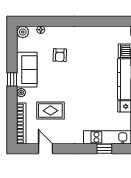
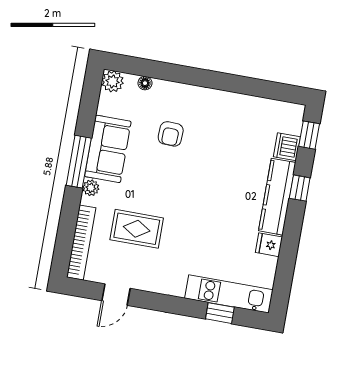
window: (12, 79) -> (79, 162), width x2.17
door: (45, 149) -> (116, 295), swing flipped

